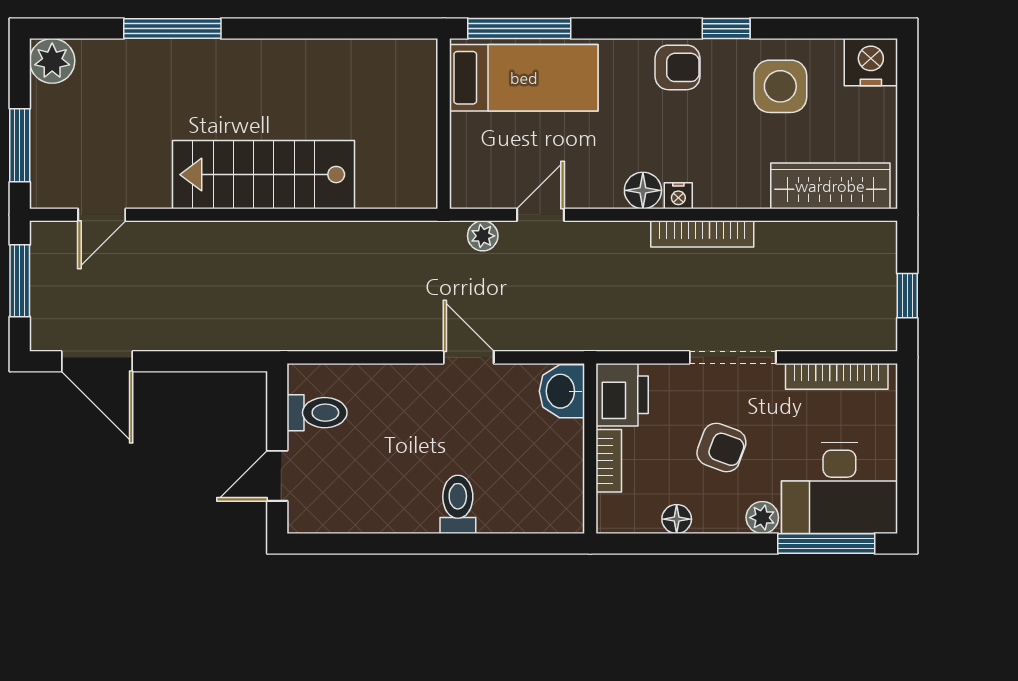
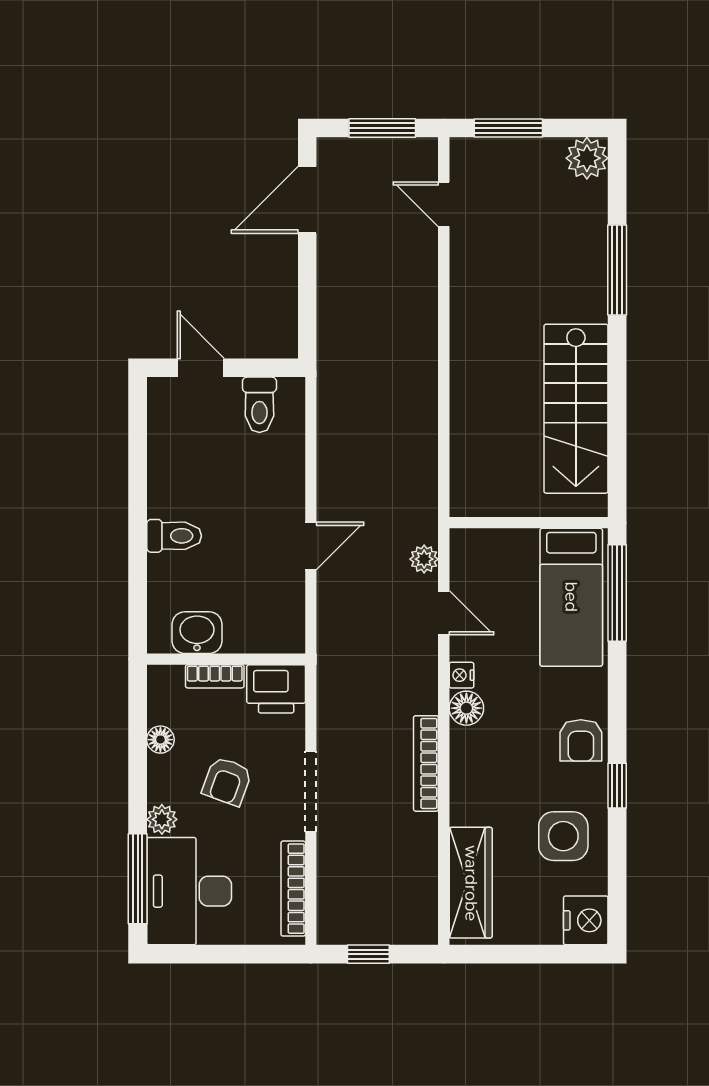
stairs: (263, 175) -> (576, 409), moved, turned 180
nightstand: (678, 196) -> (461, 675), moved
washbasin: (562, 391) -> (197, 633), moved

